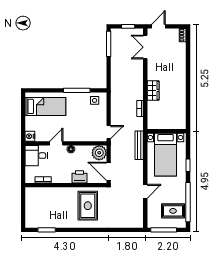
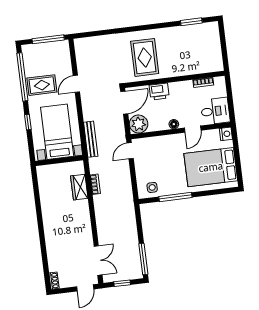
wardrobe: (153, 90) -> (79, 187), moved
bed: (45, 106) -> (211, 167), width x1.50
door: (109, 171) -> (124, 103), hinge flipped
rug: (173, 211) -> (42, 85), moved

